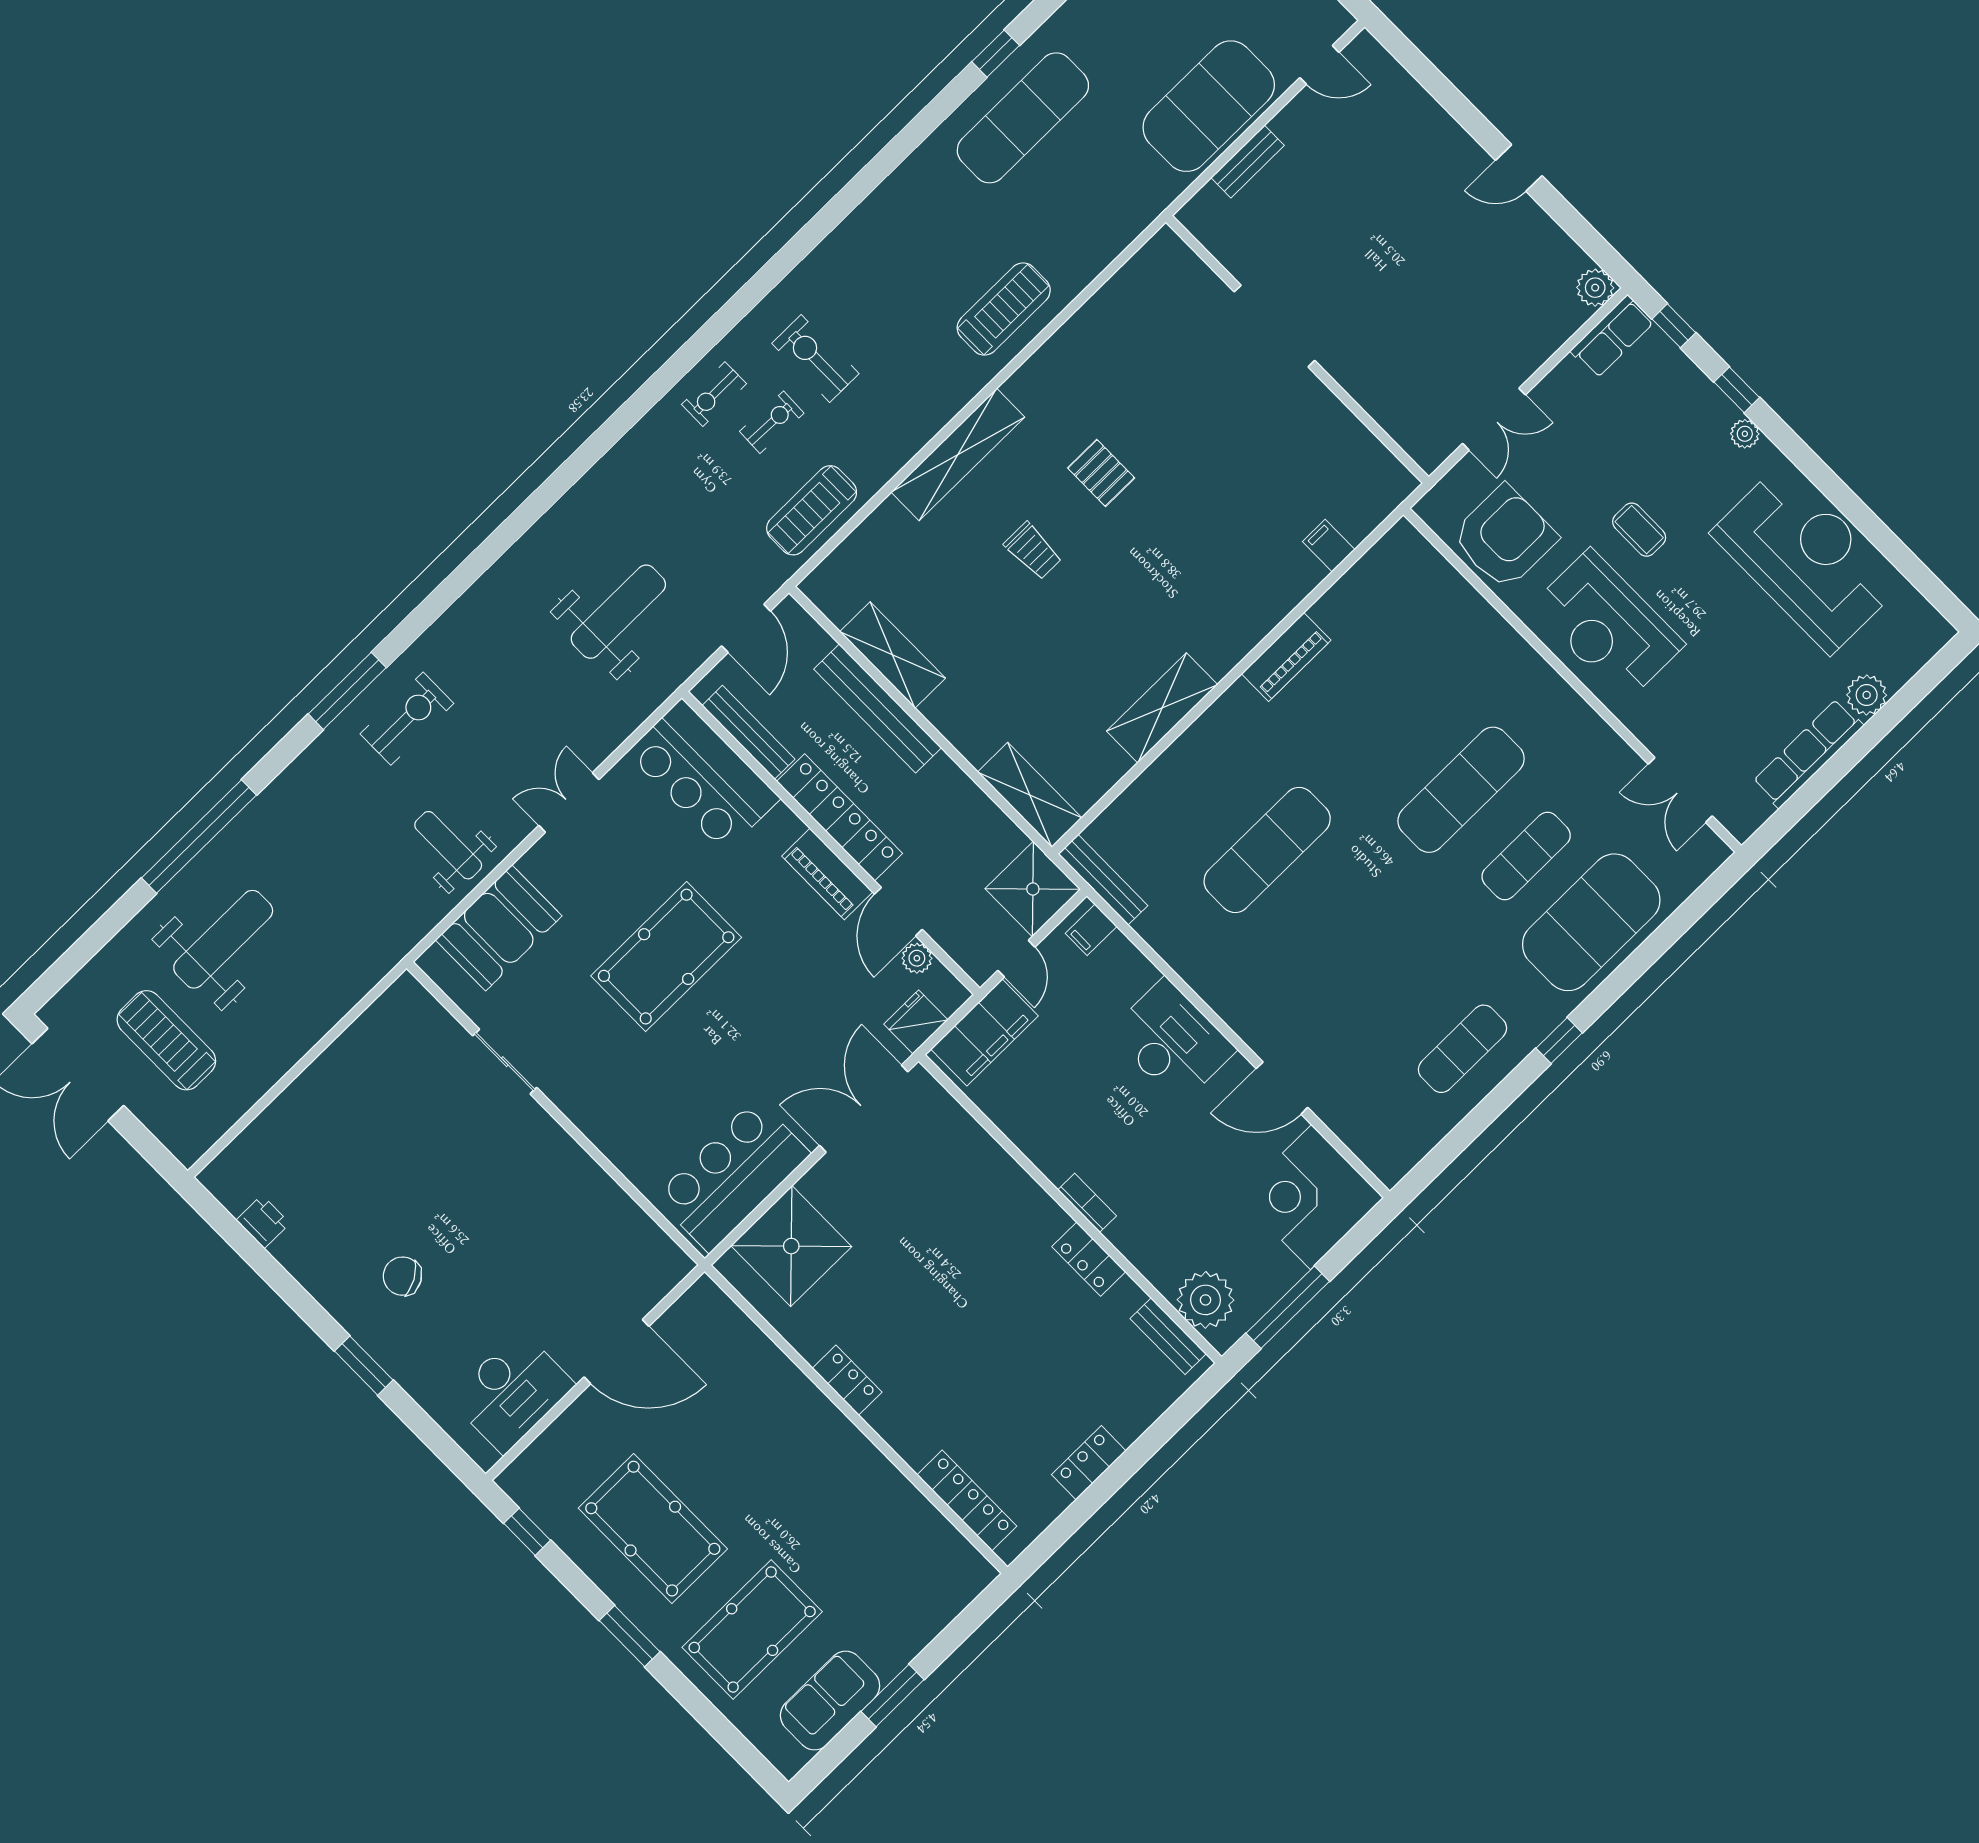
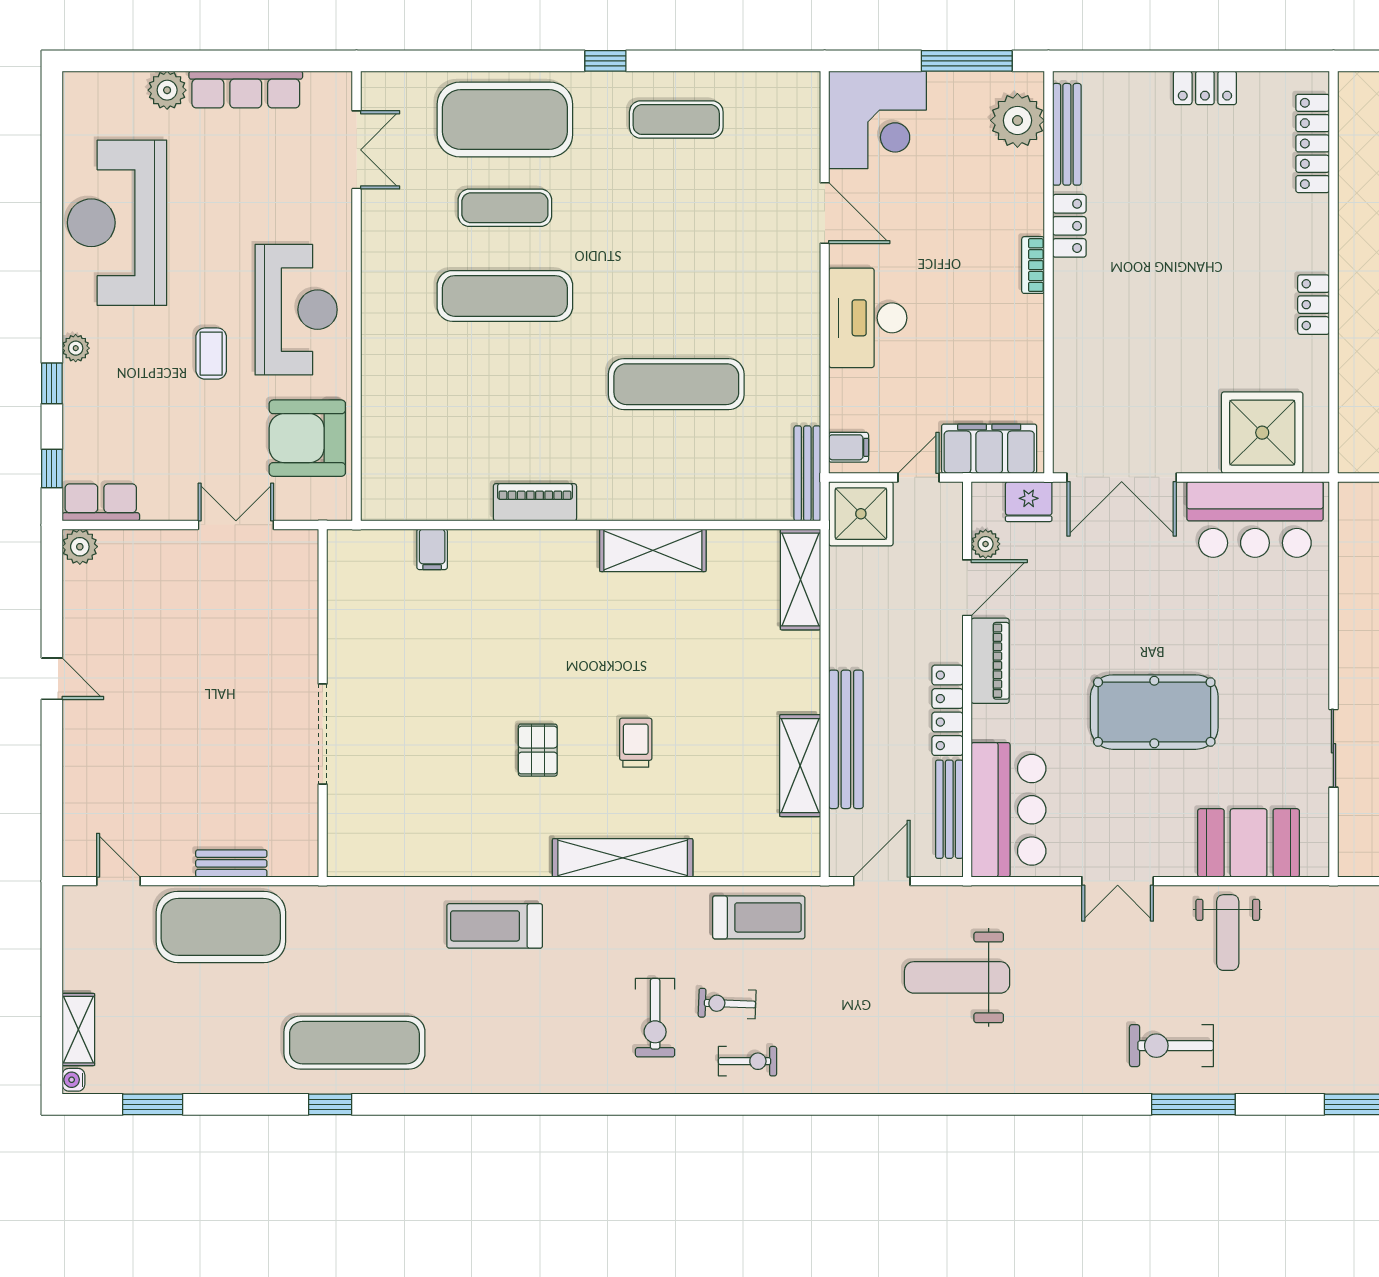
locker: (840, 817) -> (947, 710), width x0.71, depth x0.83
bench: (1168, 1336) -> (1067, 134), width x1.36

